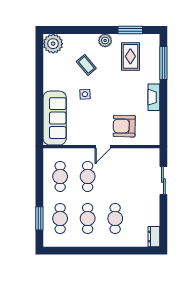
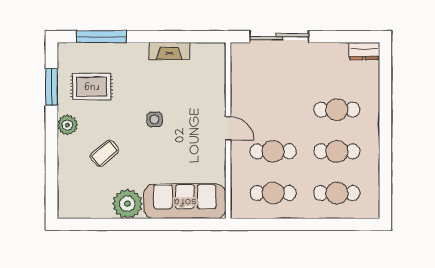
plant: (53, 44) -> (127, 204), moved
side table: (85, 94) -> (155, 119), moved
fireplace: (154, 97) -> (169, 51), moved
armchair: (124, 126) -> (197, 96), removed
sliding door: (163, 181) -> (279, 37), width x1.37
window: (39, 218) -> (337, 224), removed

